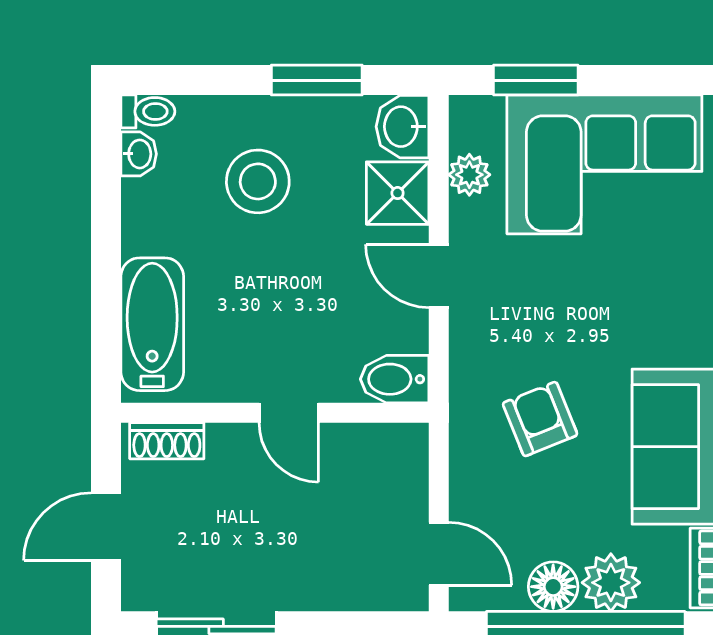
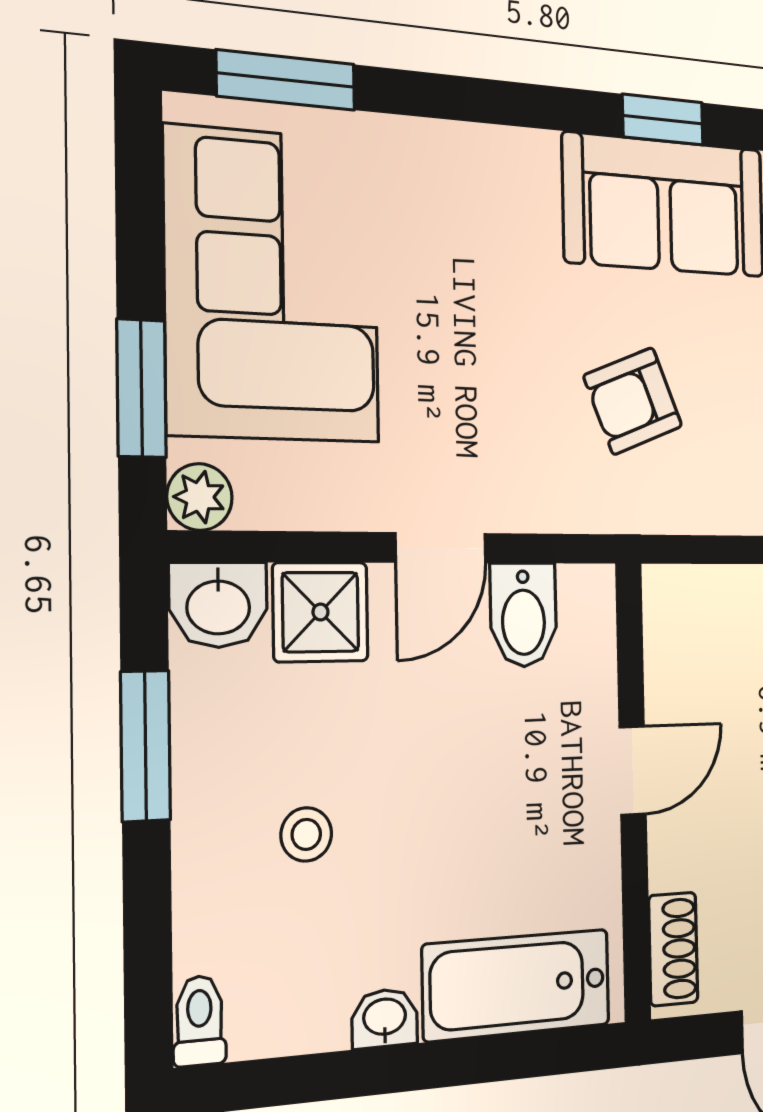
washbasin: (139, 154) -> (385, 1018), moved
plant: (469, 175) -> (200, 497), moved
stool: (258, 181) -> (306, 834), width x0.53, depth x0.53
bidet: (395, 379) -> (523, 615), moved

